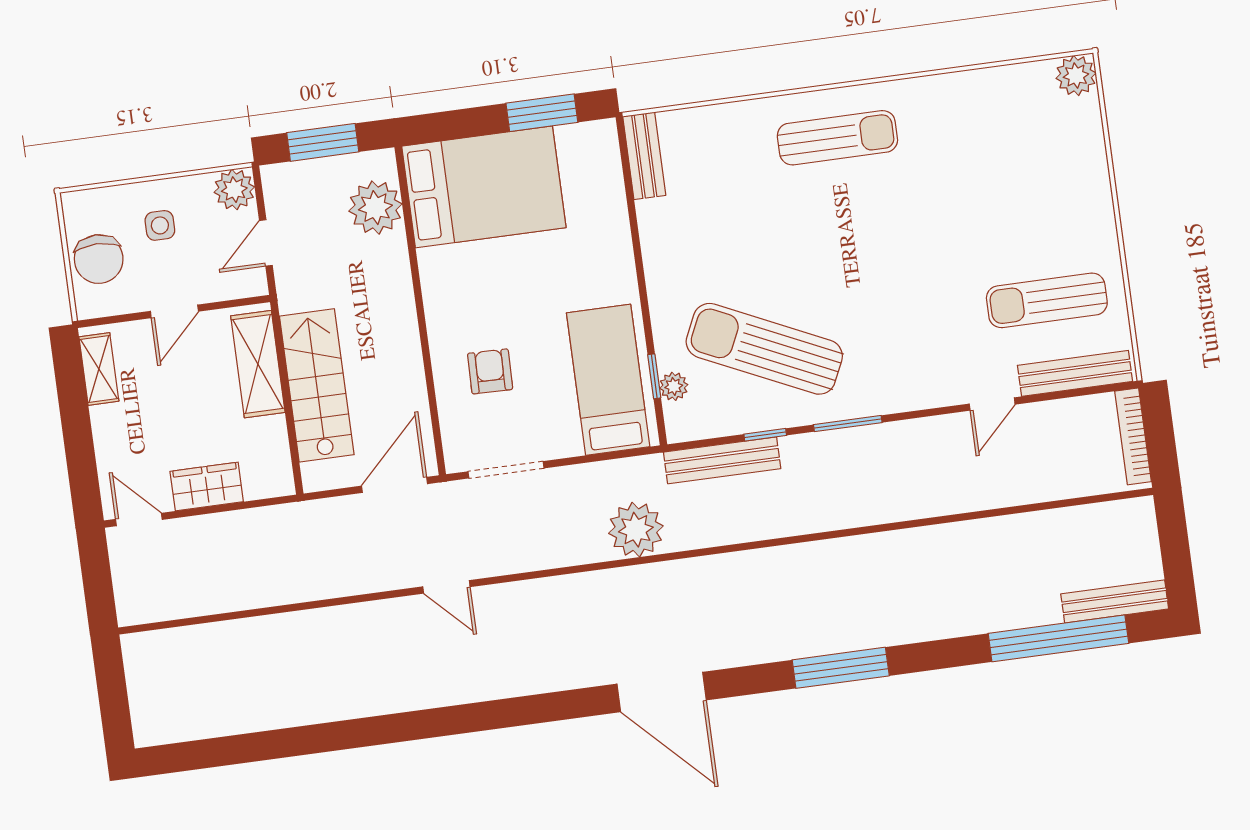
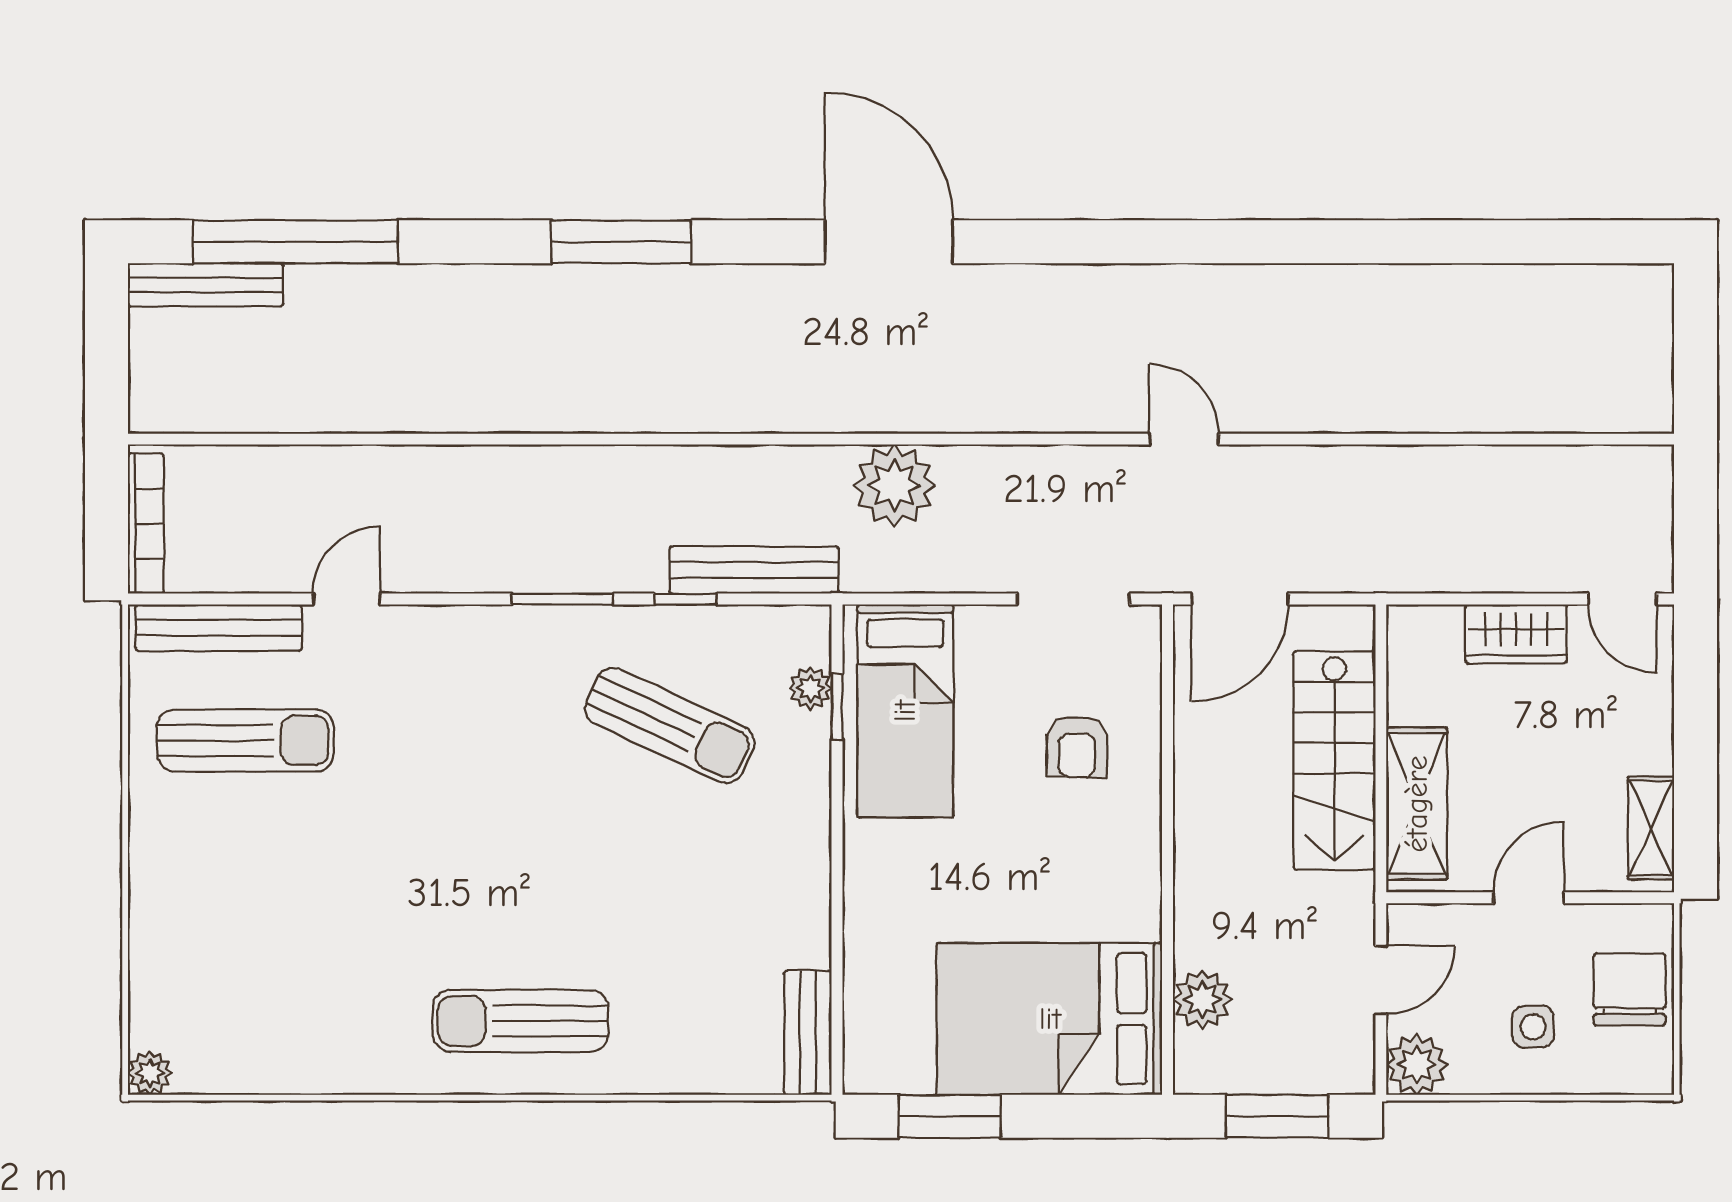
plant: (1076, 76) -> (150, 1073), width x0.73, depth x0.73
plant: (375, 208) -> (1202, 999), width x0.73, depth x0.73
sun lounger: (764, 349) -> (670, 725), width x0.73, depth x0.75

